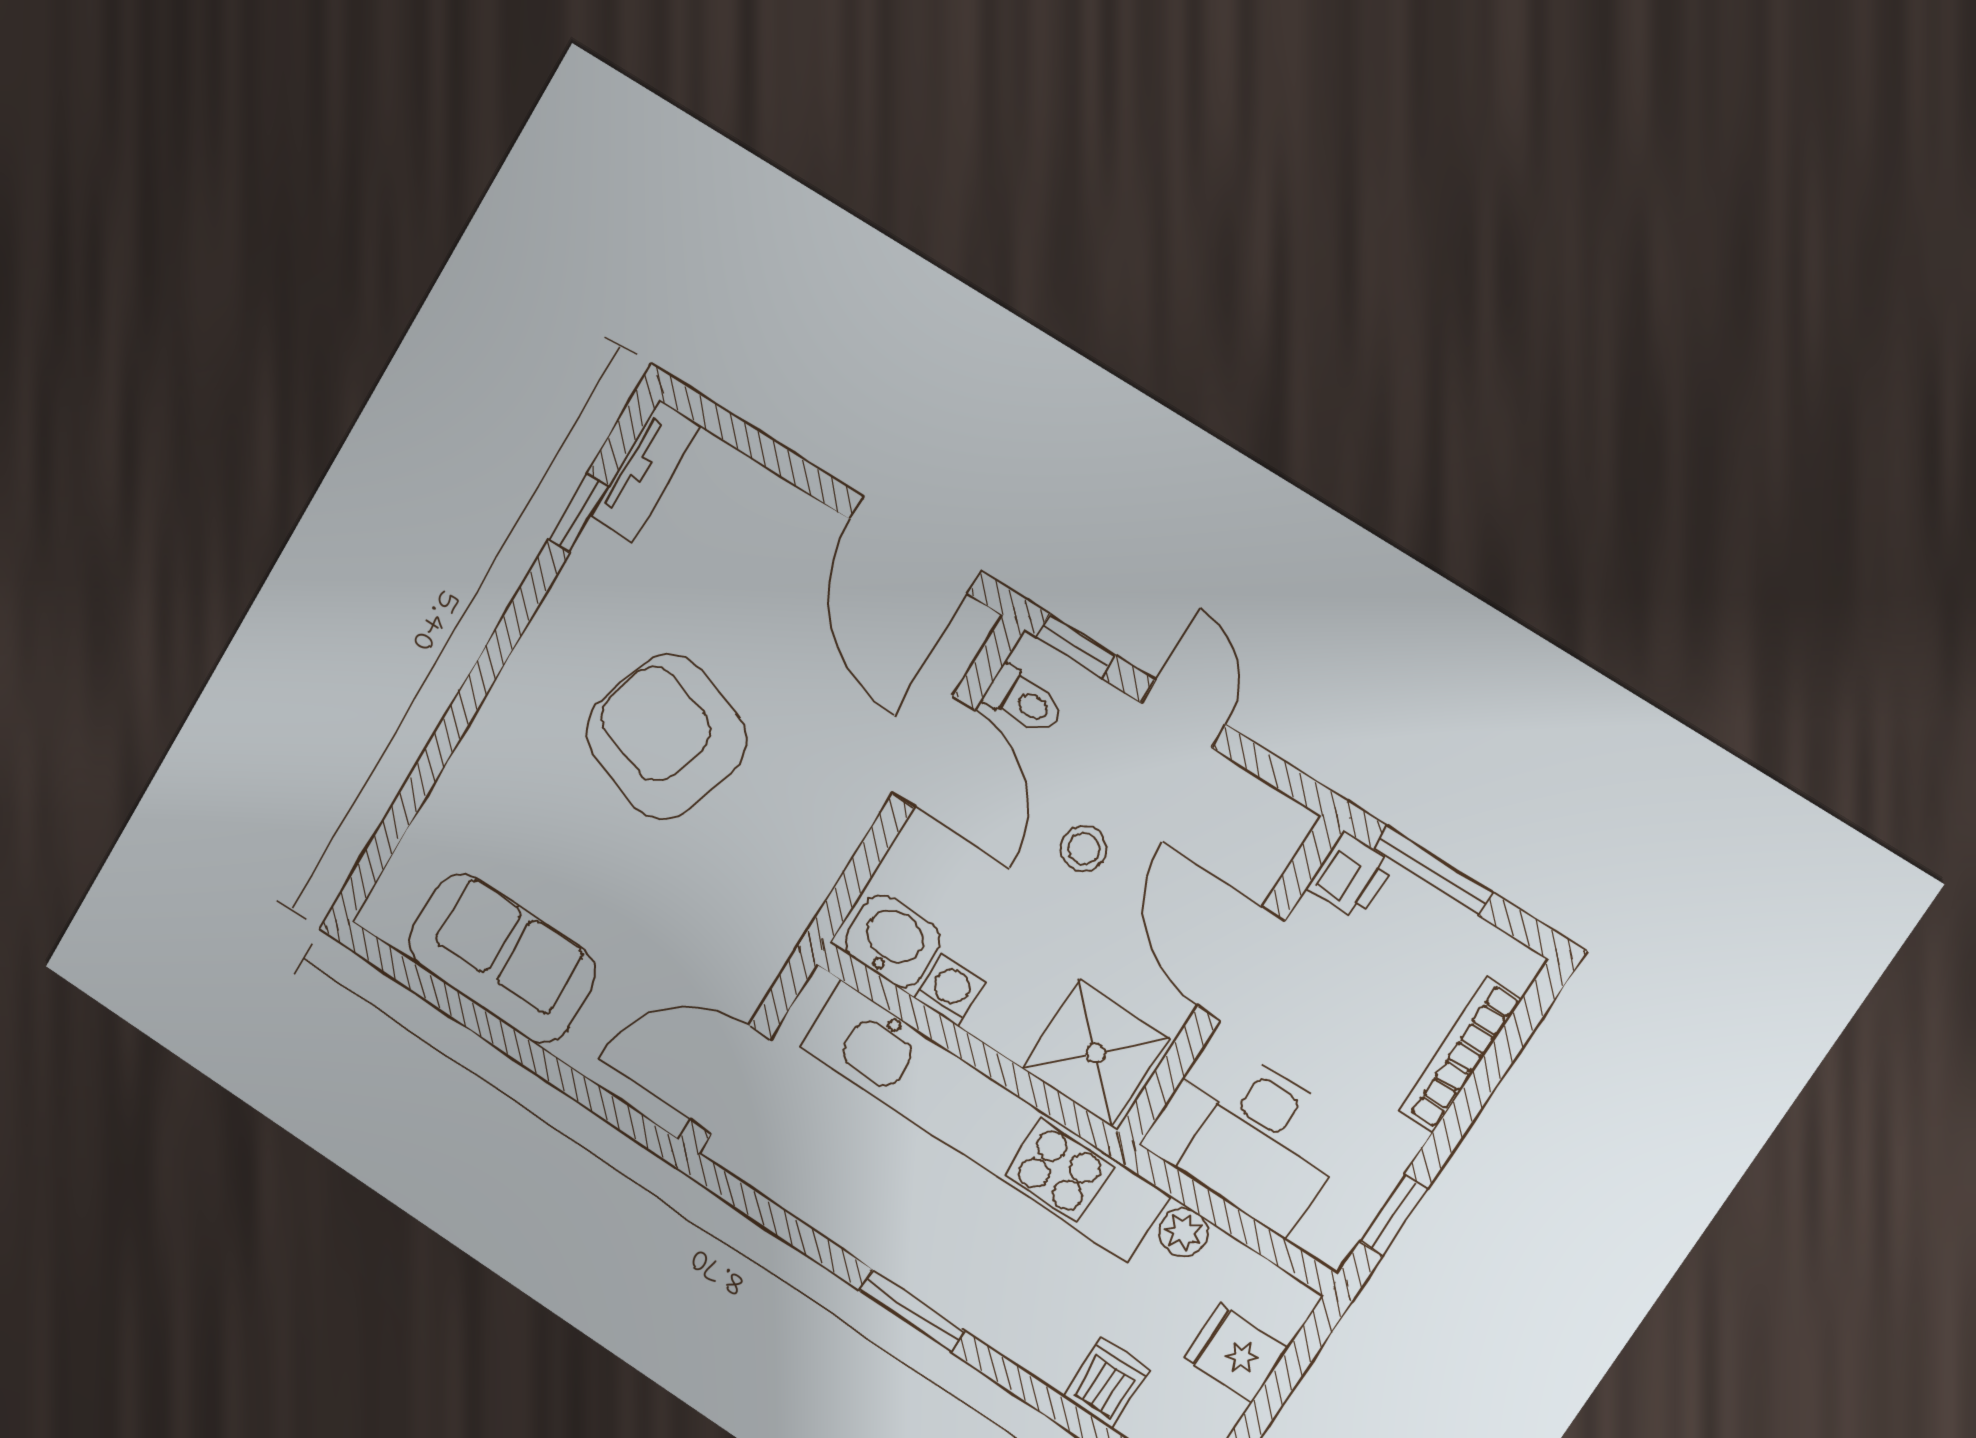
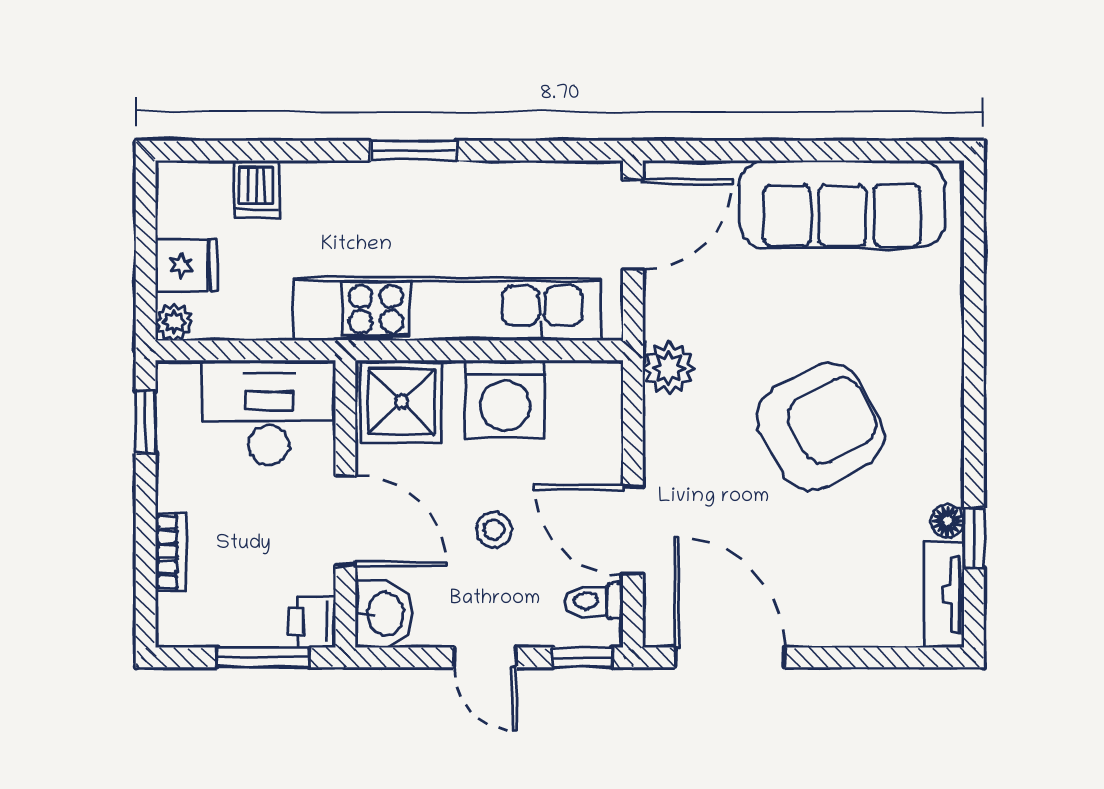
floor lamp: (595, 549) -> (948, 521), added
armchair: (666, 737) -> (820, 427), turned -47
plant: (786, 903) -> (669, 368), added
washbasin: (892, 941) -> (384, 614), moved, turned -90
sofa: (502, 958) -> (842, 204), width x1.36
washing machine: (950, 990) -> (505, 399), width x1.89, depth x1.89
bookcase: (1460, 1054) -> (171, 552), width x0.64
plant: (1183, 1232) -> (174, 322), moved

